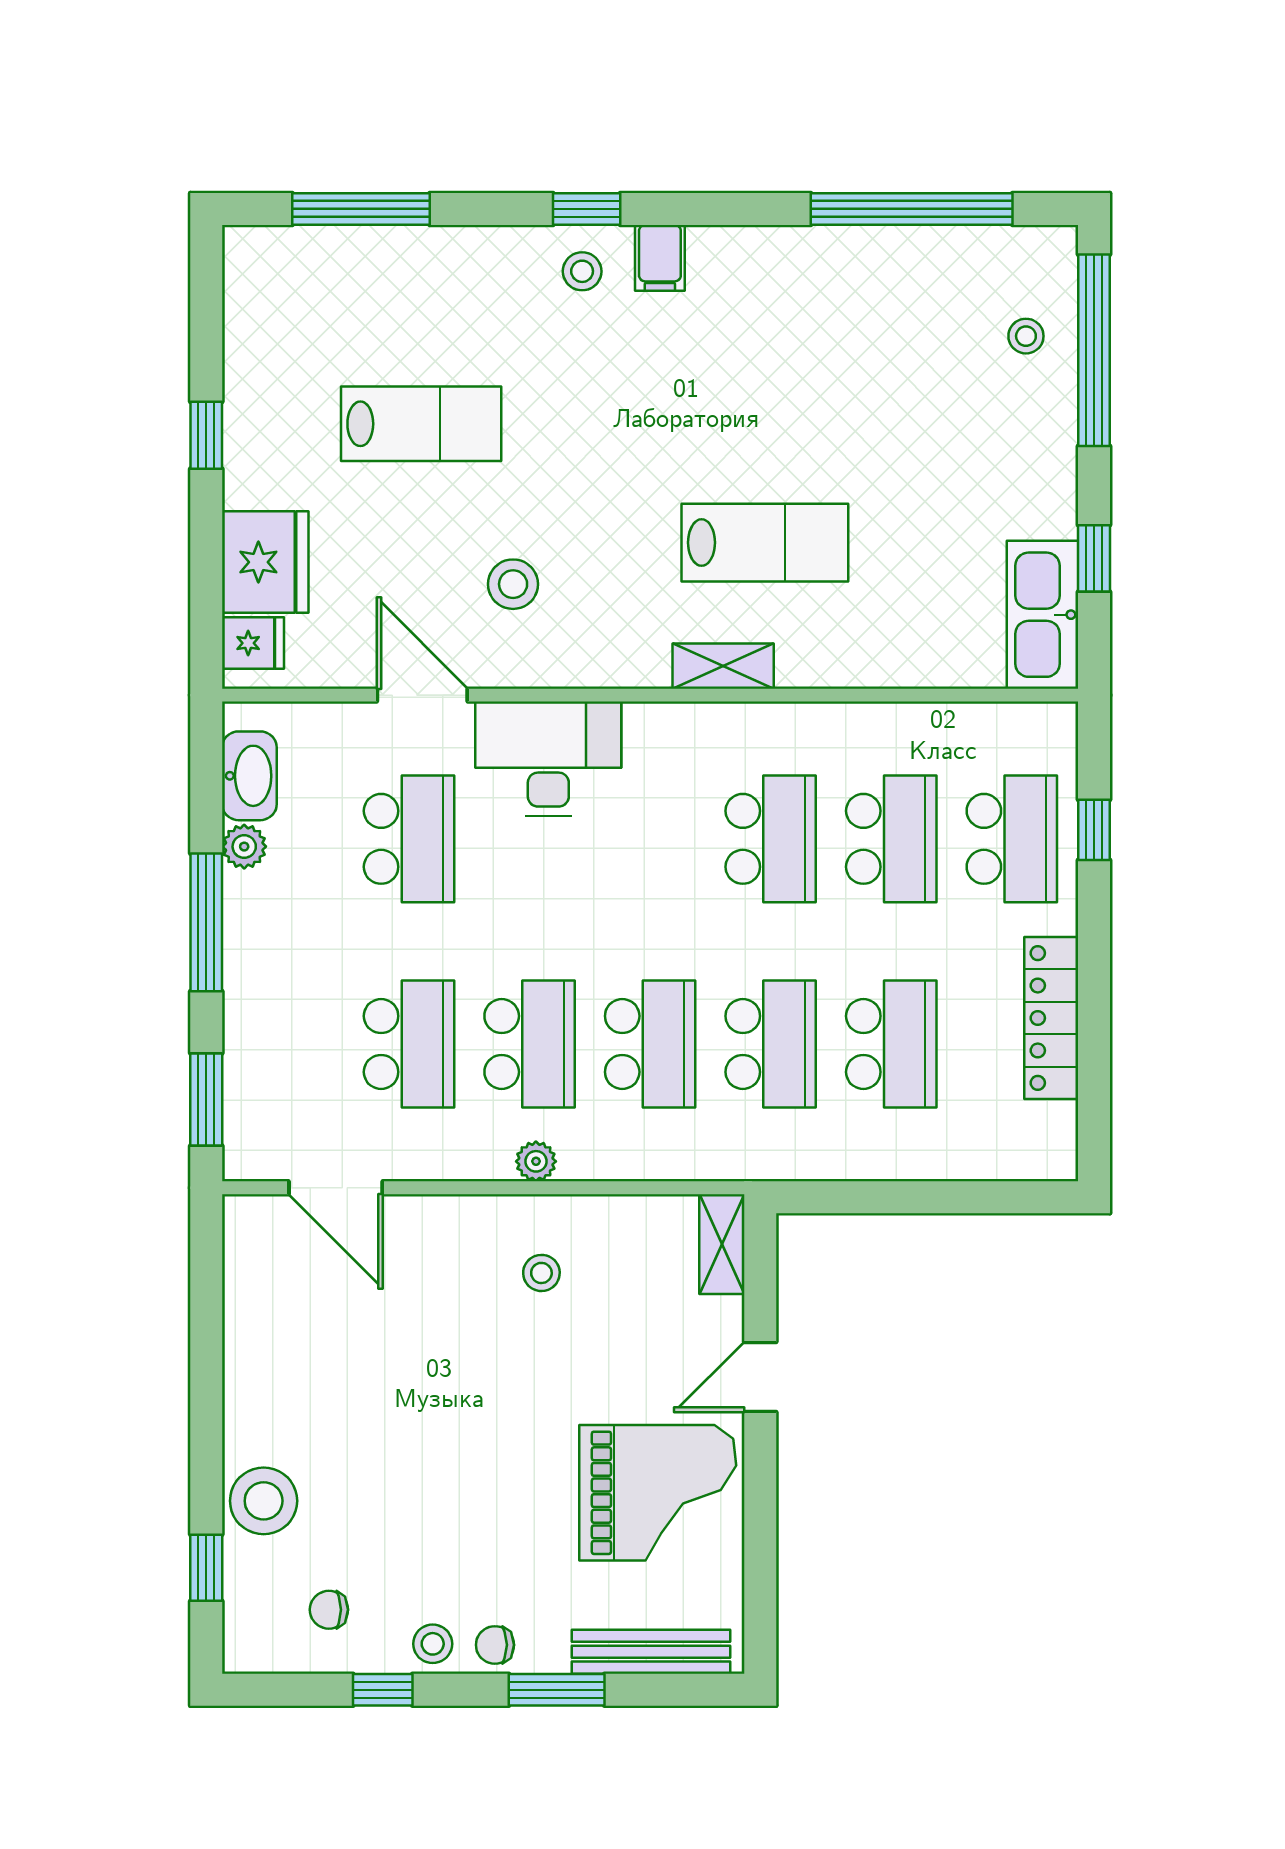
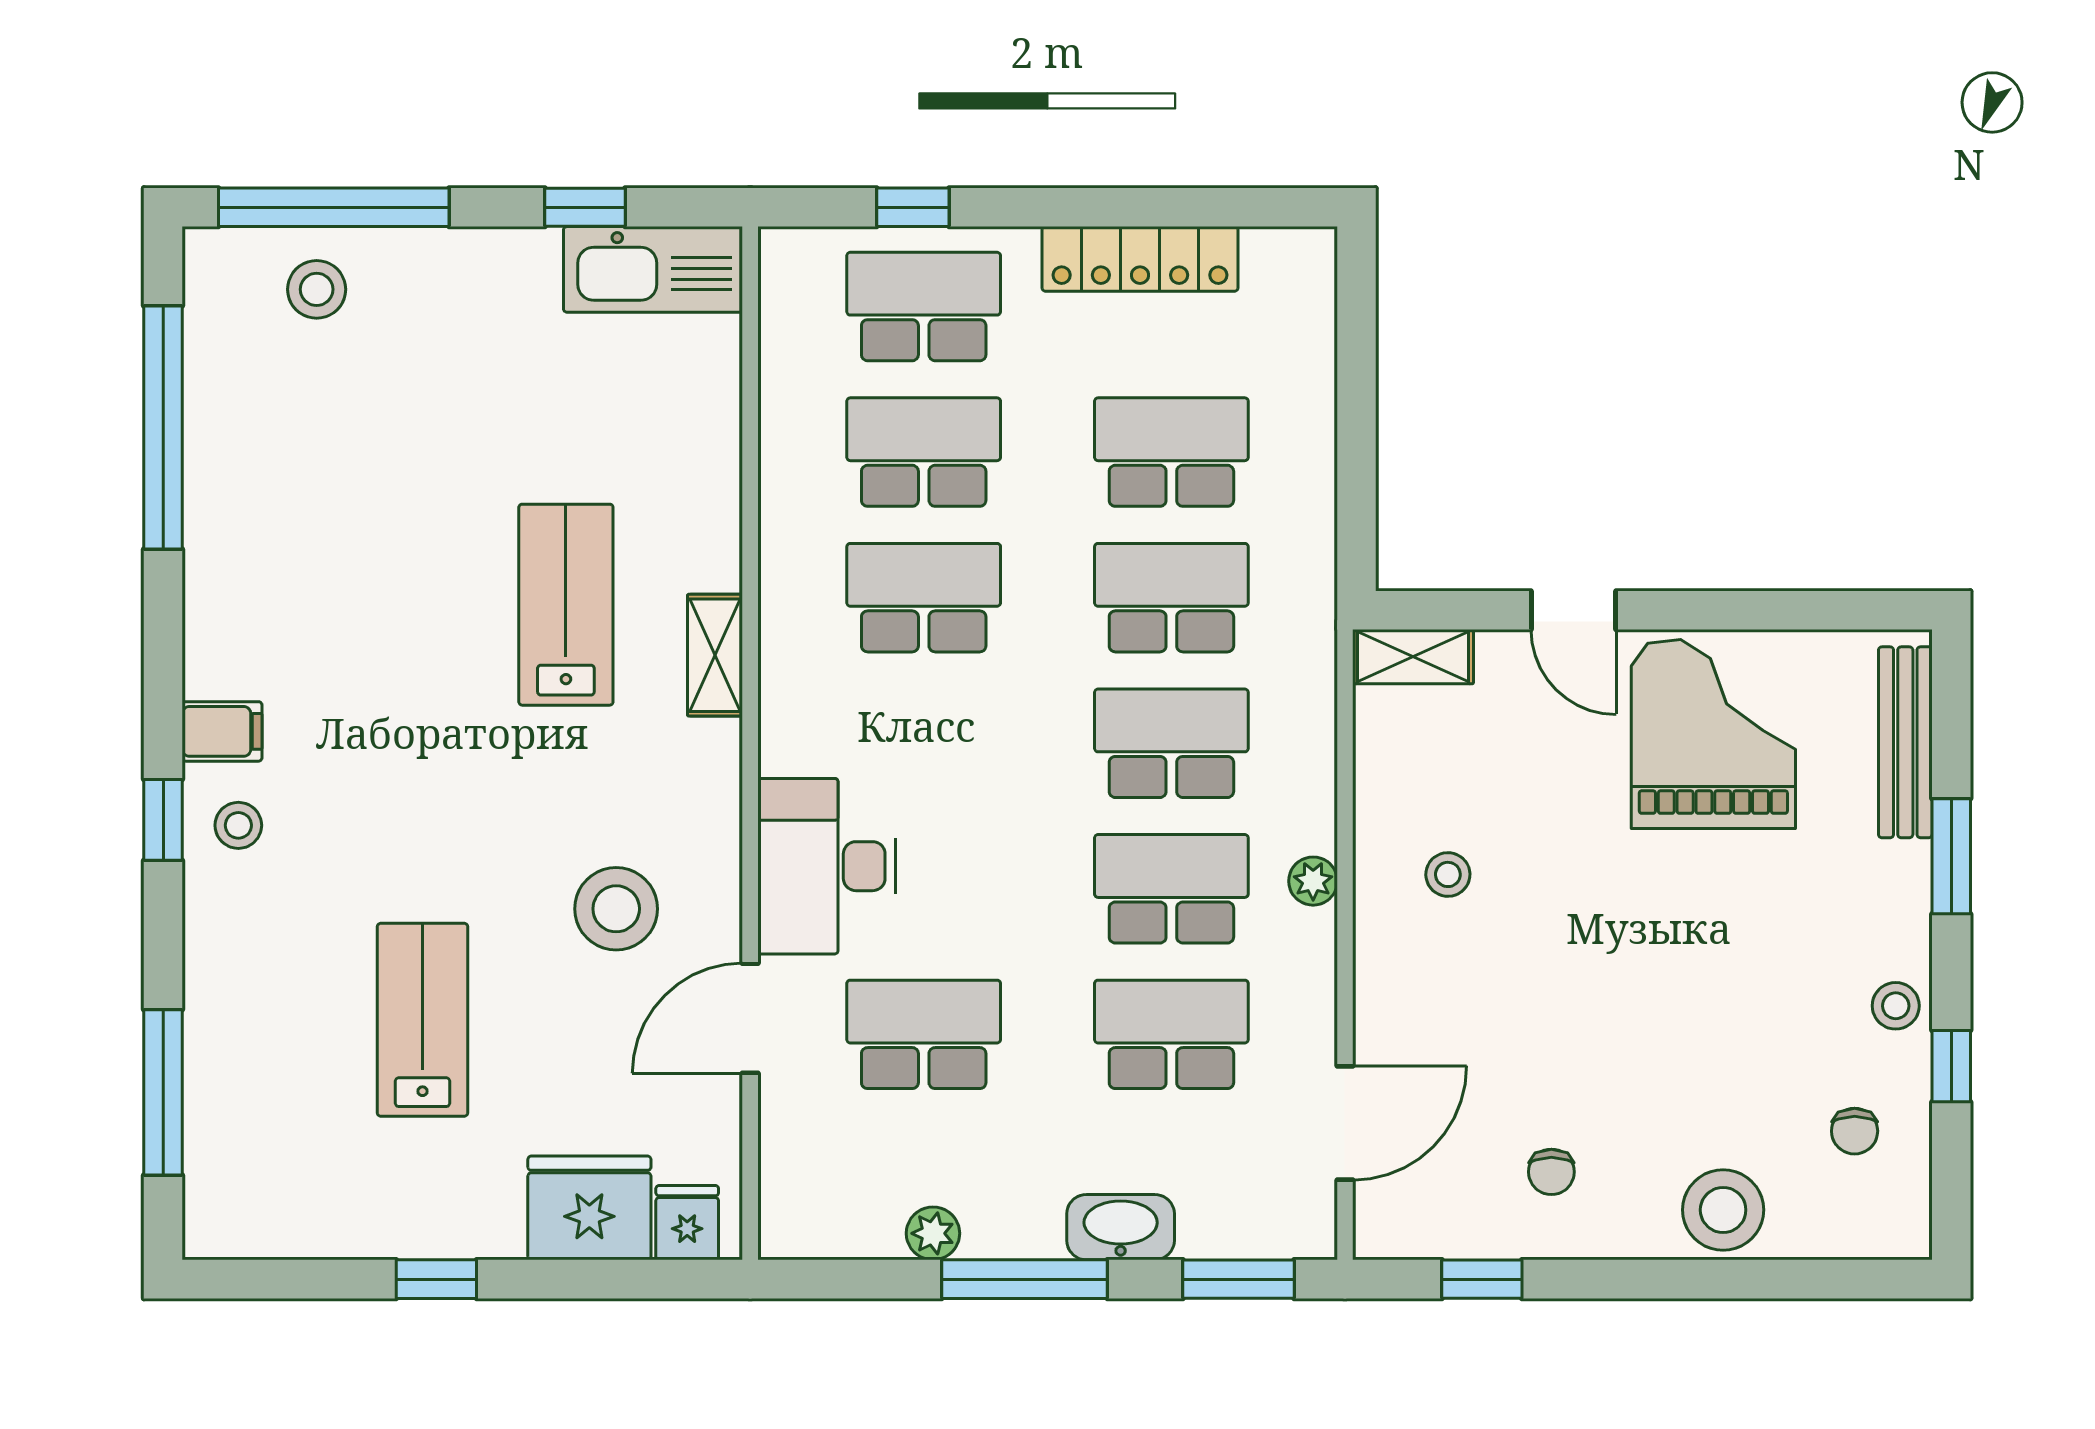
stool: (1026, 336) -> (317, 289), width x1.37, depth x1.37
stool: (513, 584) -> (616, 909), width x1.38, depth x1.38
washbasin: (249, 776) -> (1121, 1227), moved
window: (206, 1568) -> (1482, 1279), moved
chair: (495, 1645) -> (1551, 1172), moved

